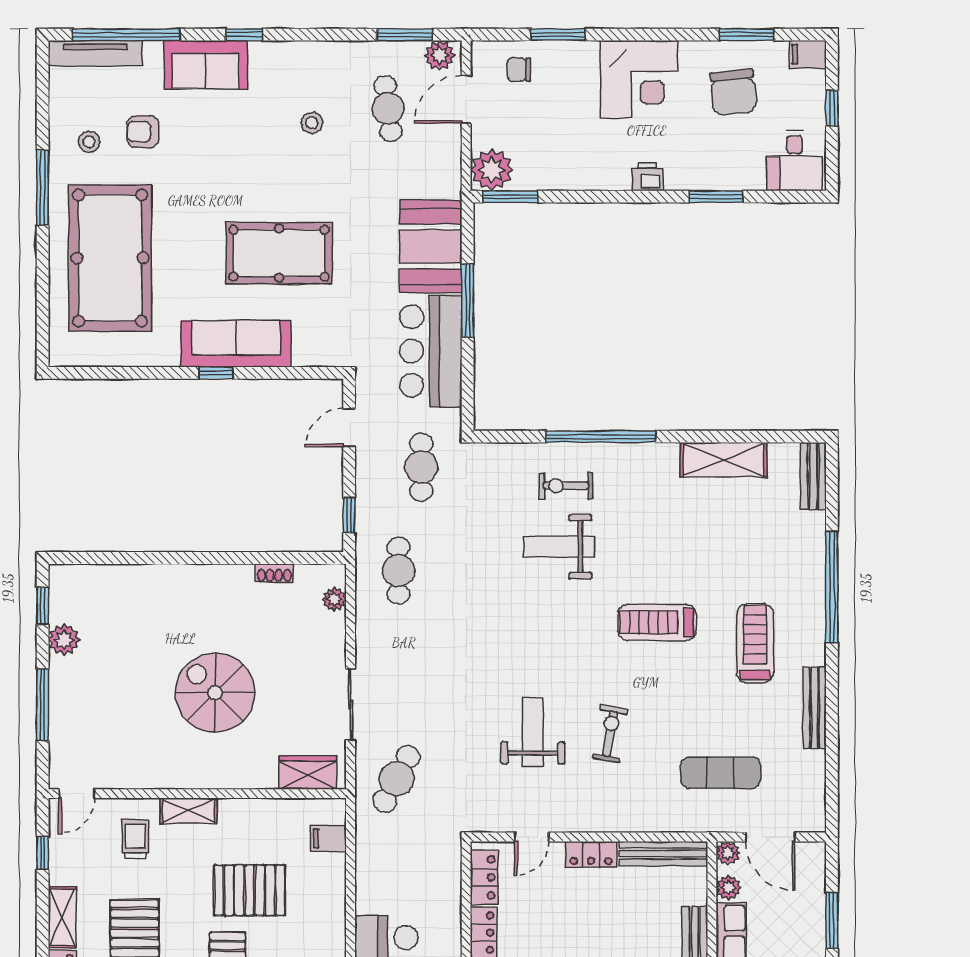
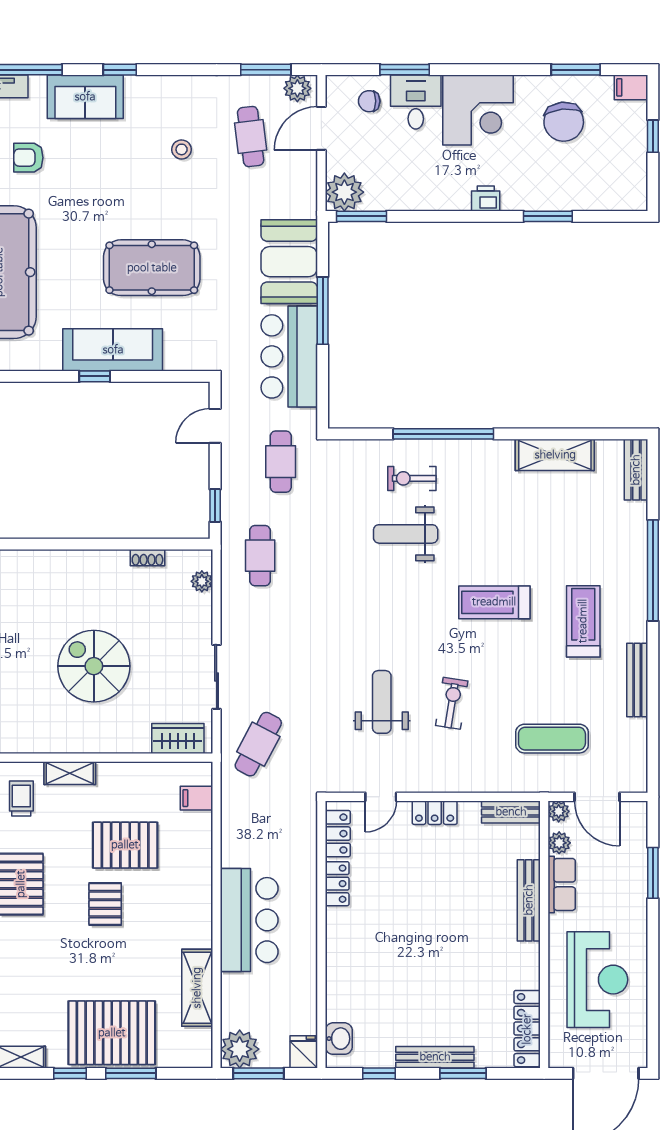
desk: (794, 161) -> (416, 102), moved, turned 180
bench: (663, 854) -> (511, 812), width x0.73

